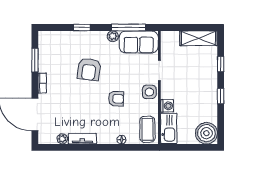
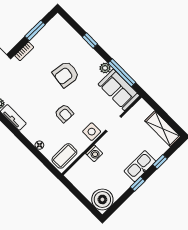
kitchen sink: (169, 128) -> (140, 166), moved, turned 180

